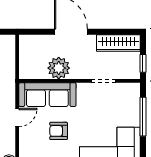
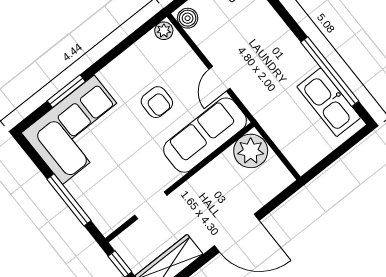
plant: (59, 68) -> (251, 151), moved
armchair: (59, 131) -> (157, 102), turned 90

